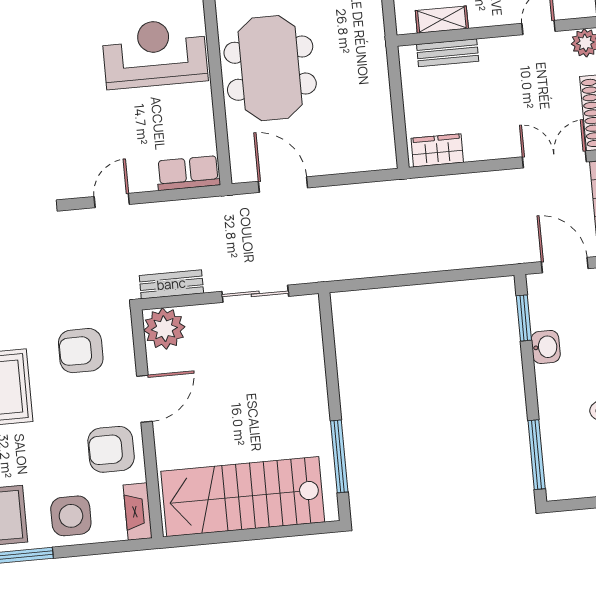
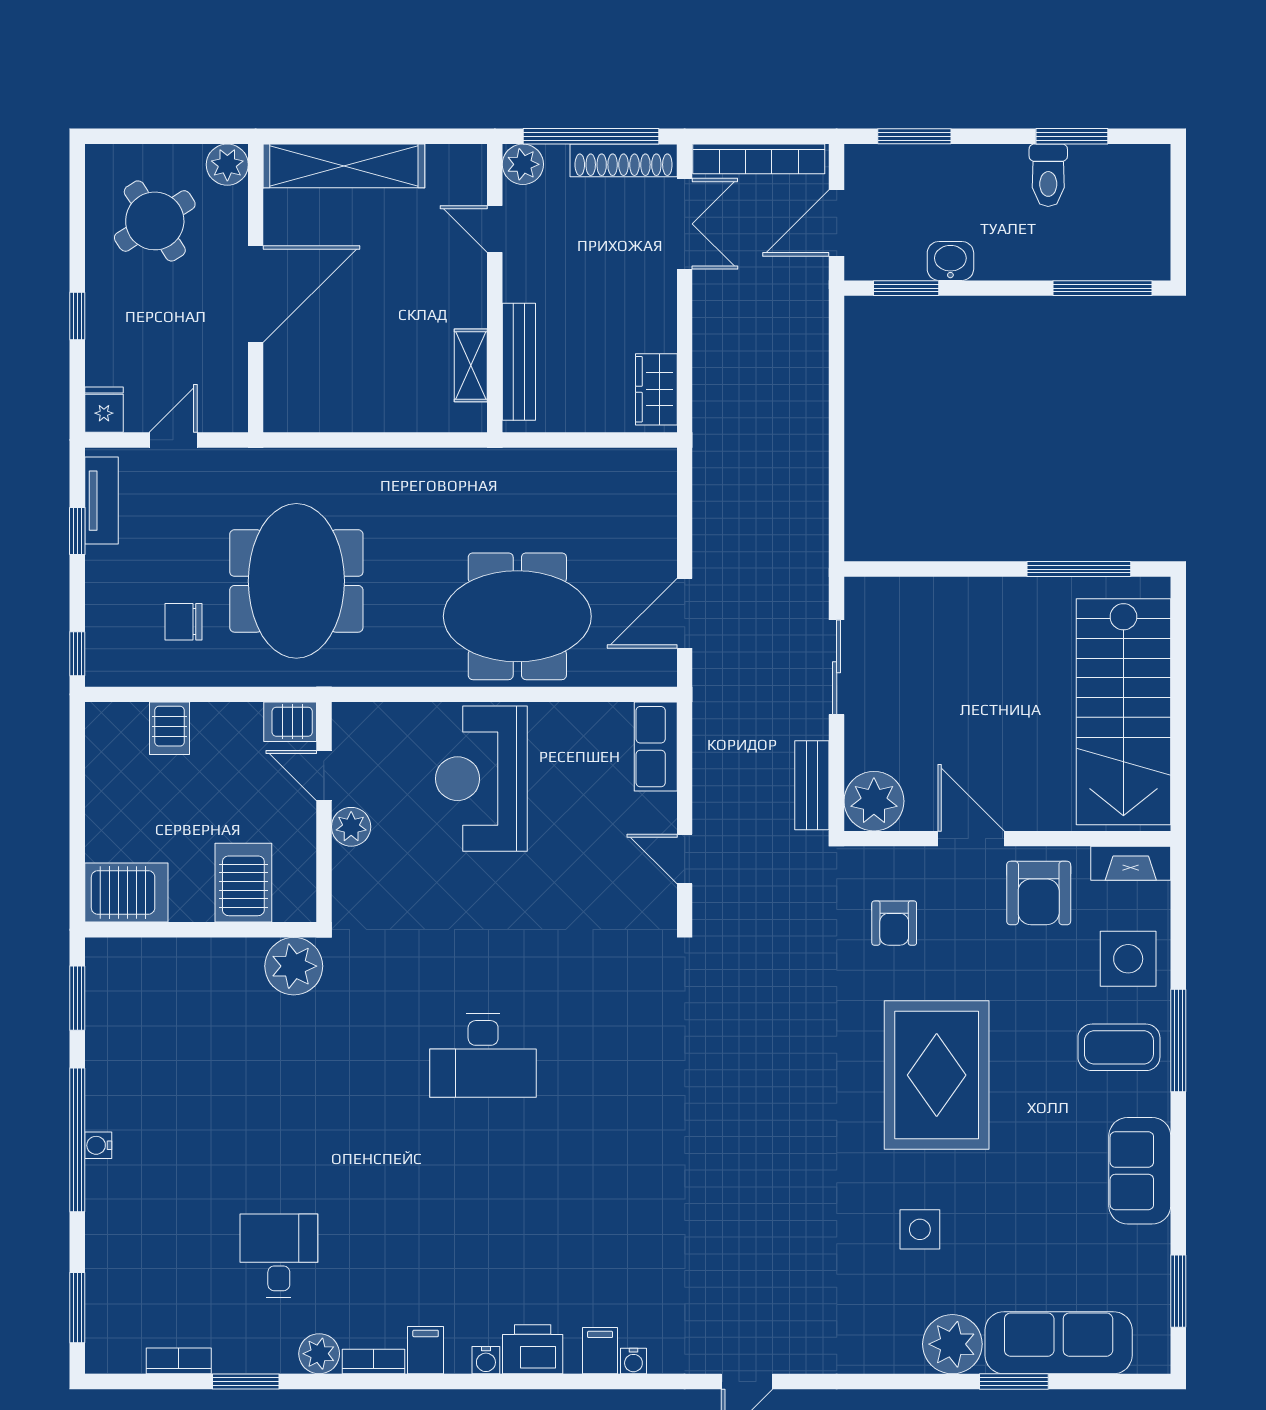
bench: (448, 53) -> (519, 362), width x1.36
double door: (554, 159) -> (685, 224), swing flipped
armchair: (81, 351) -> (894, 923), width x0.72, depth x0.72

